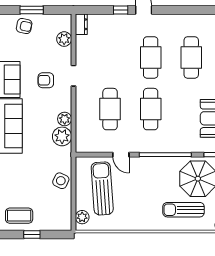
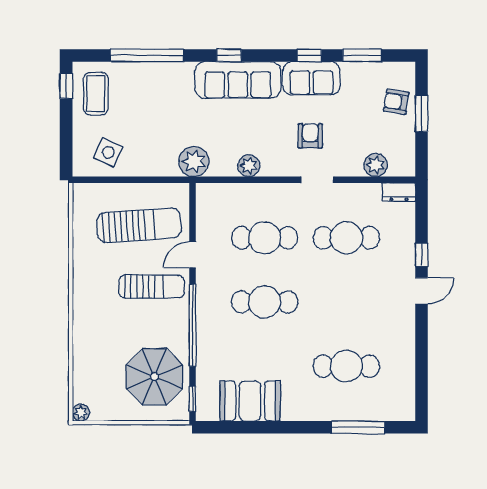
armchair: (24, 26) -> (396, 102), turned 87
cafe table: (151, 57) -> (346, 238), moved
plant: (62, 136) -> (194, 162), moved
side table: (61, 181) -> (108, 152), moved
sun lounger: (184, 210) -> (152, 287), moved, turned 90
plant: (82, 217) -> (94, 193), removed
window: (32, 234) -> (66, 86), moved

